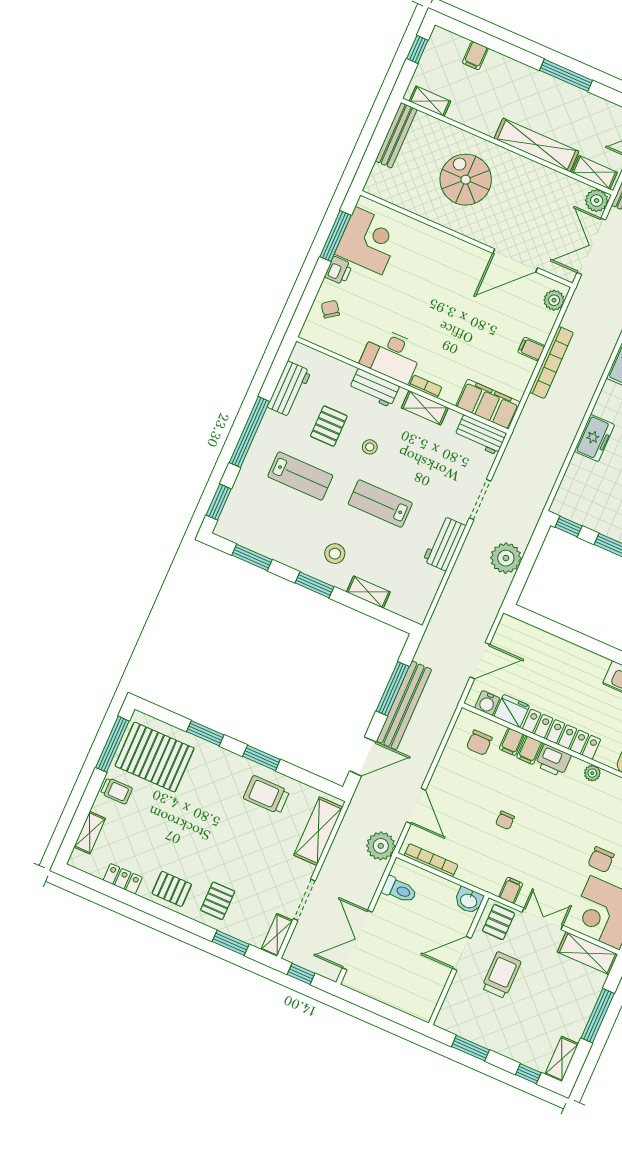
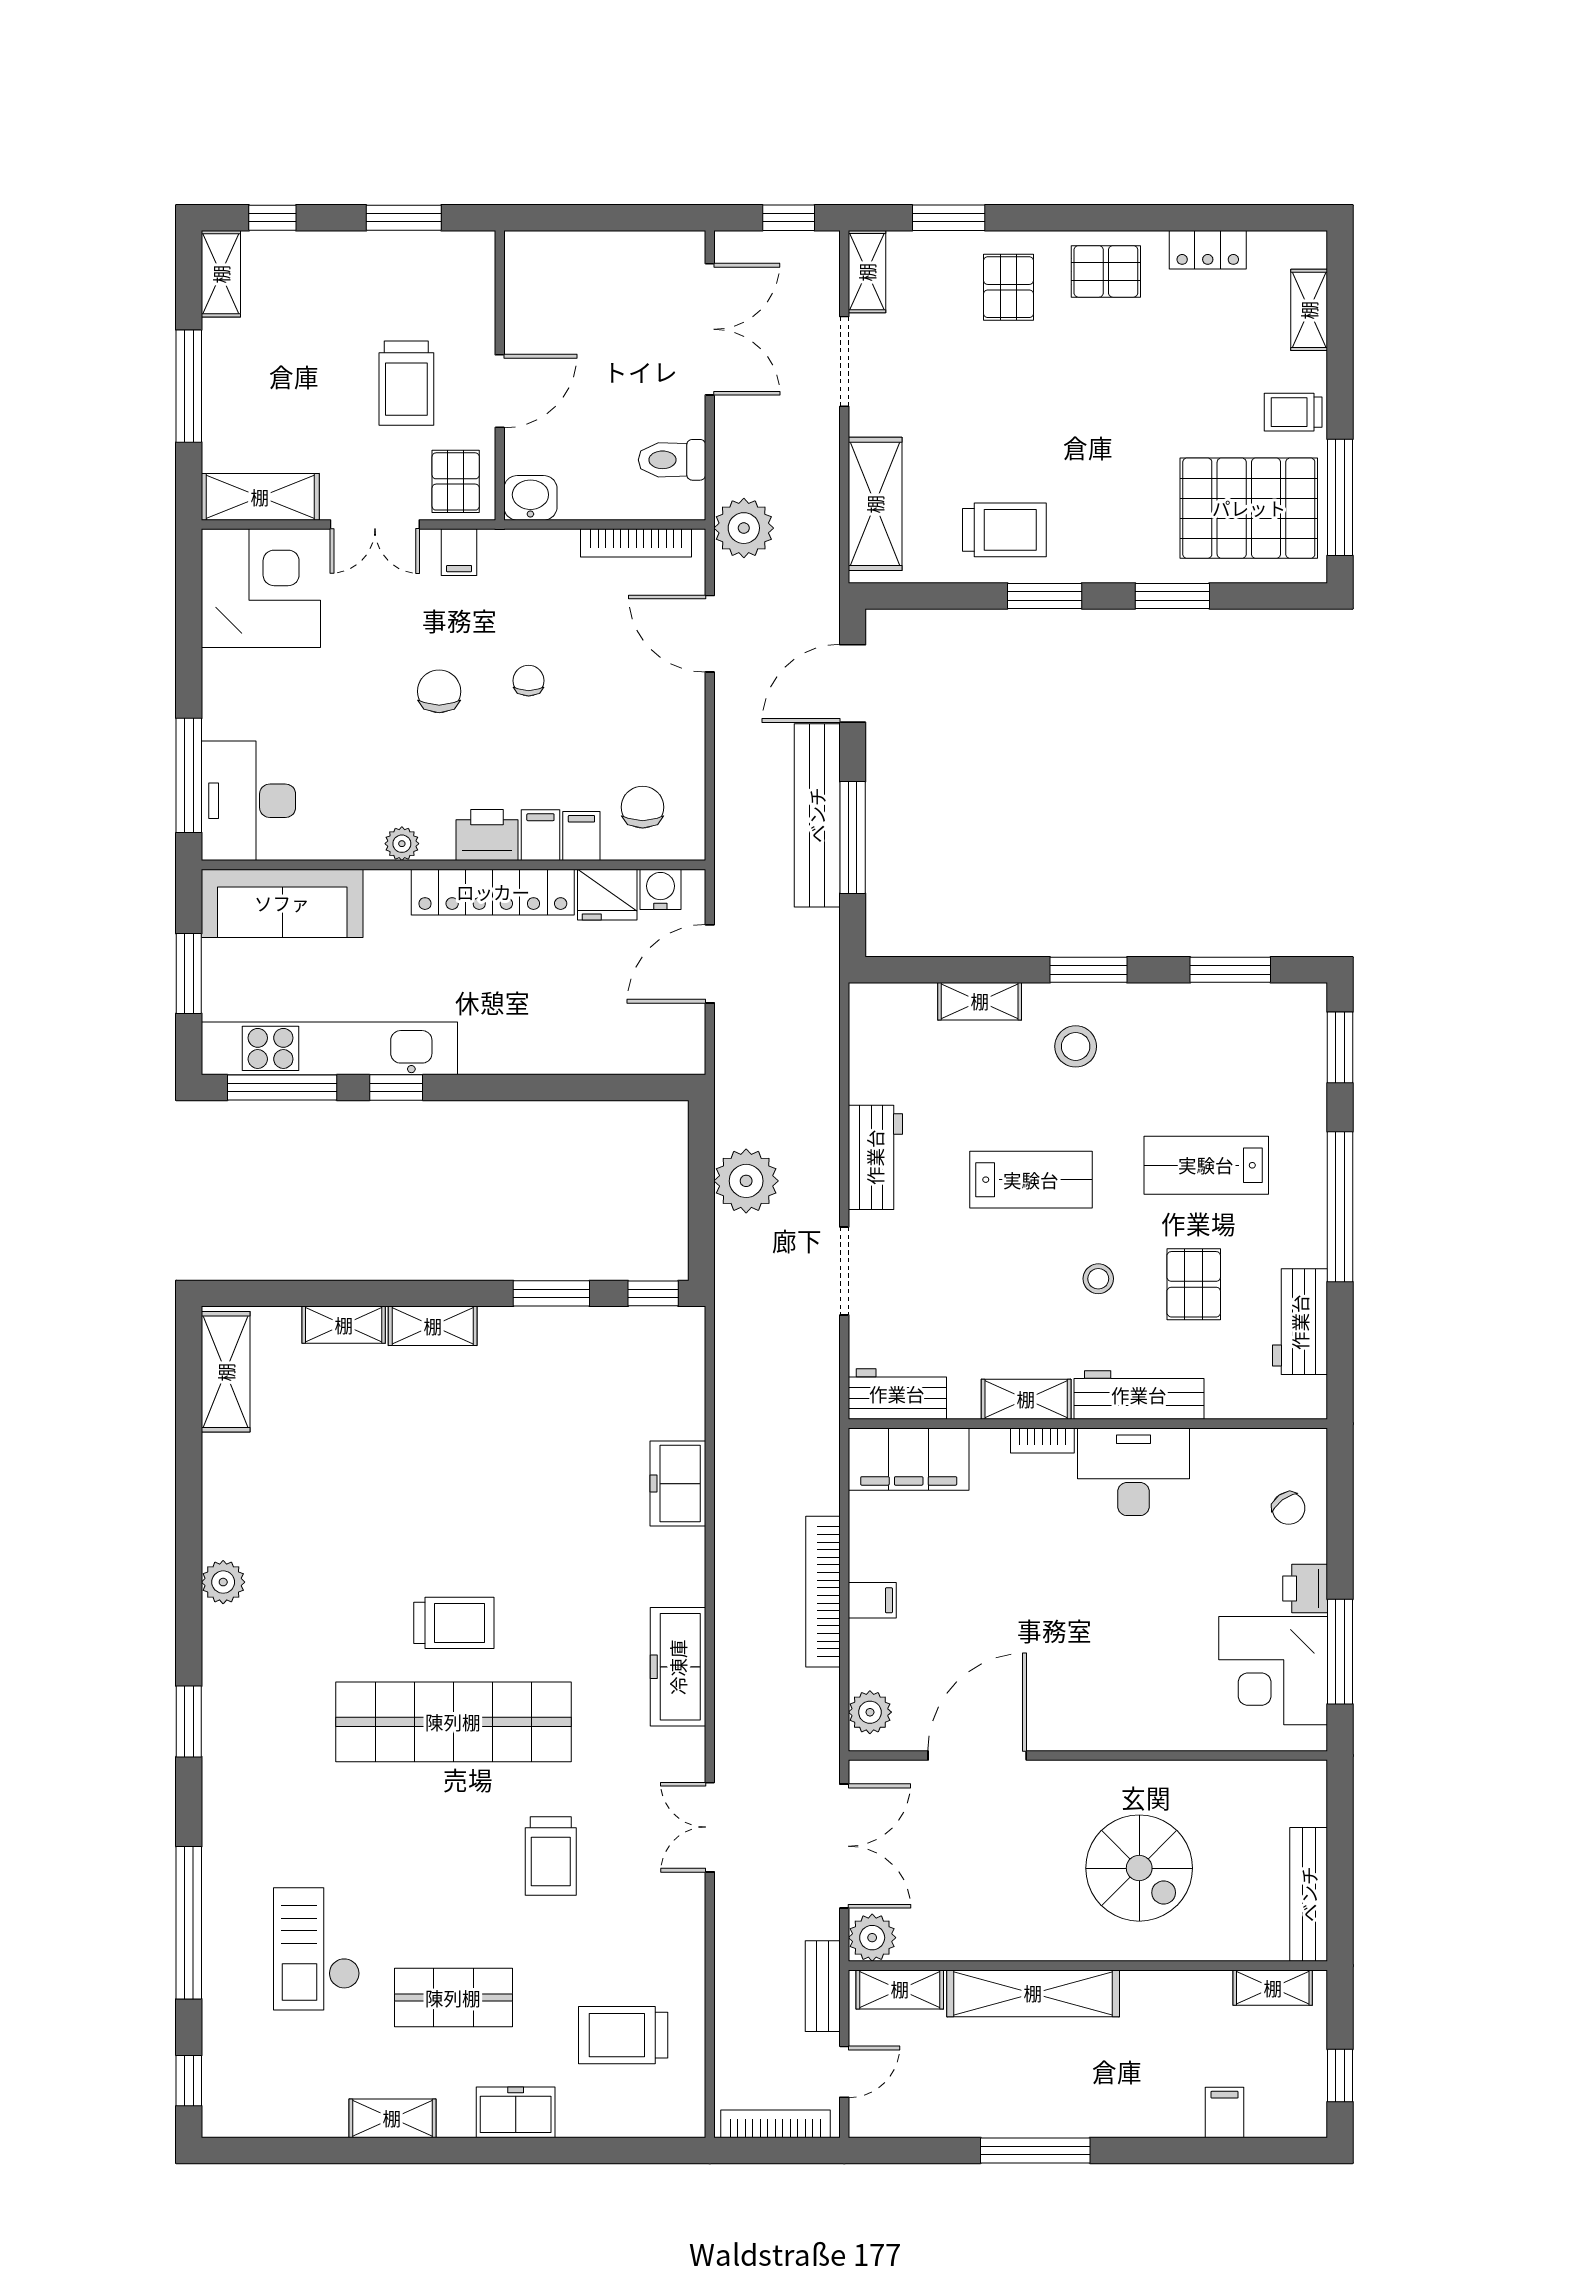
workbench: (374, 388) -> (1139, 1395), width x1.38
chair: (601, 860) -> (439, 691), moved

